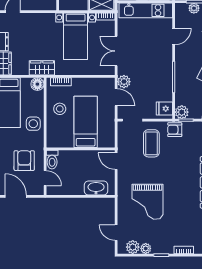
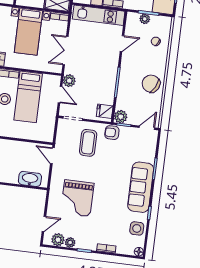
bed: (86, 122) -> (28, 97), moved, turned 180
door: (116, 233) -> (44, 224), swing flipped

